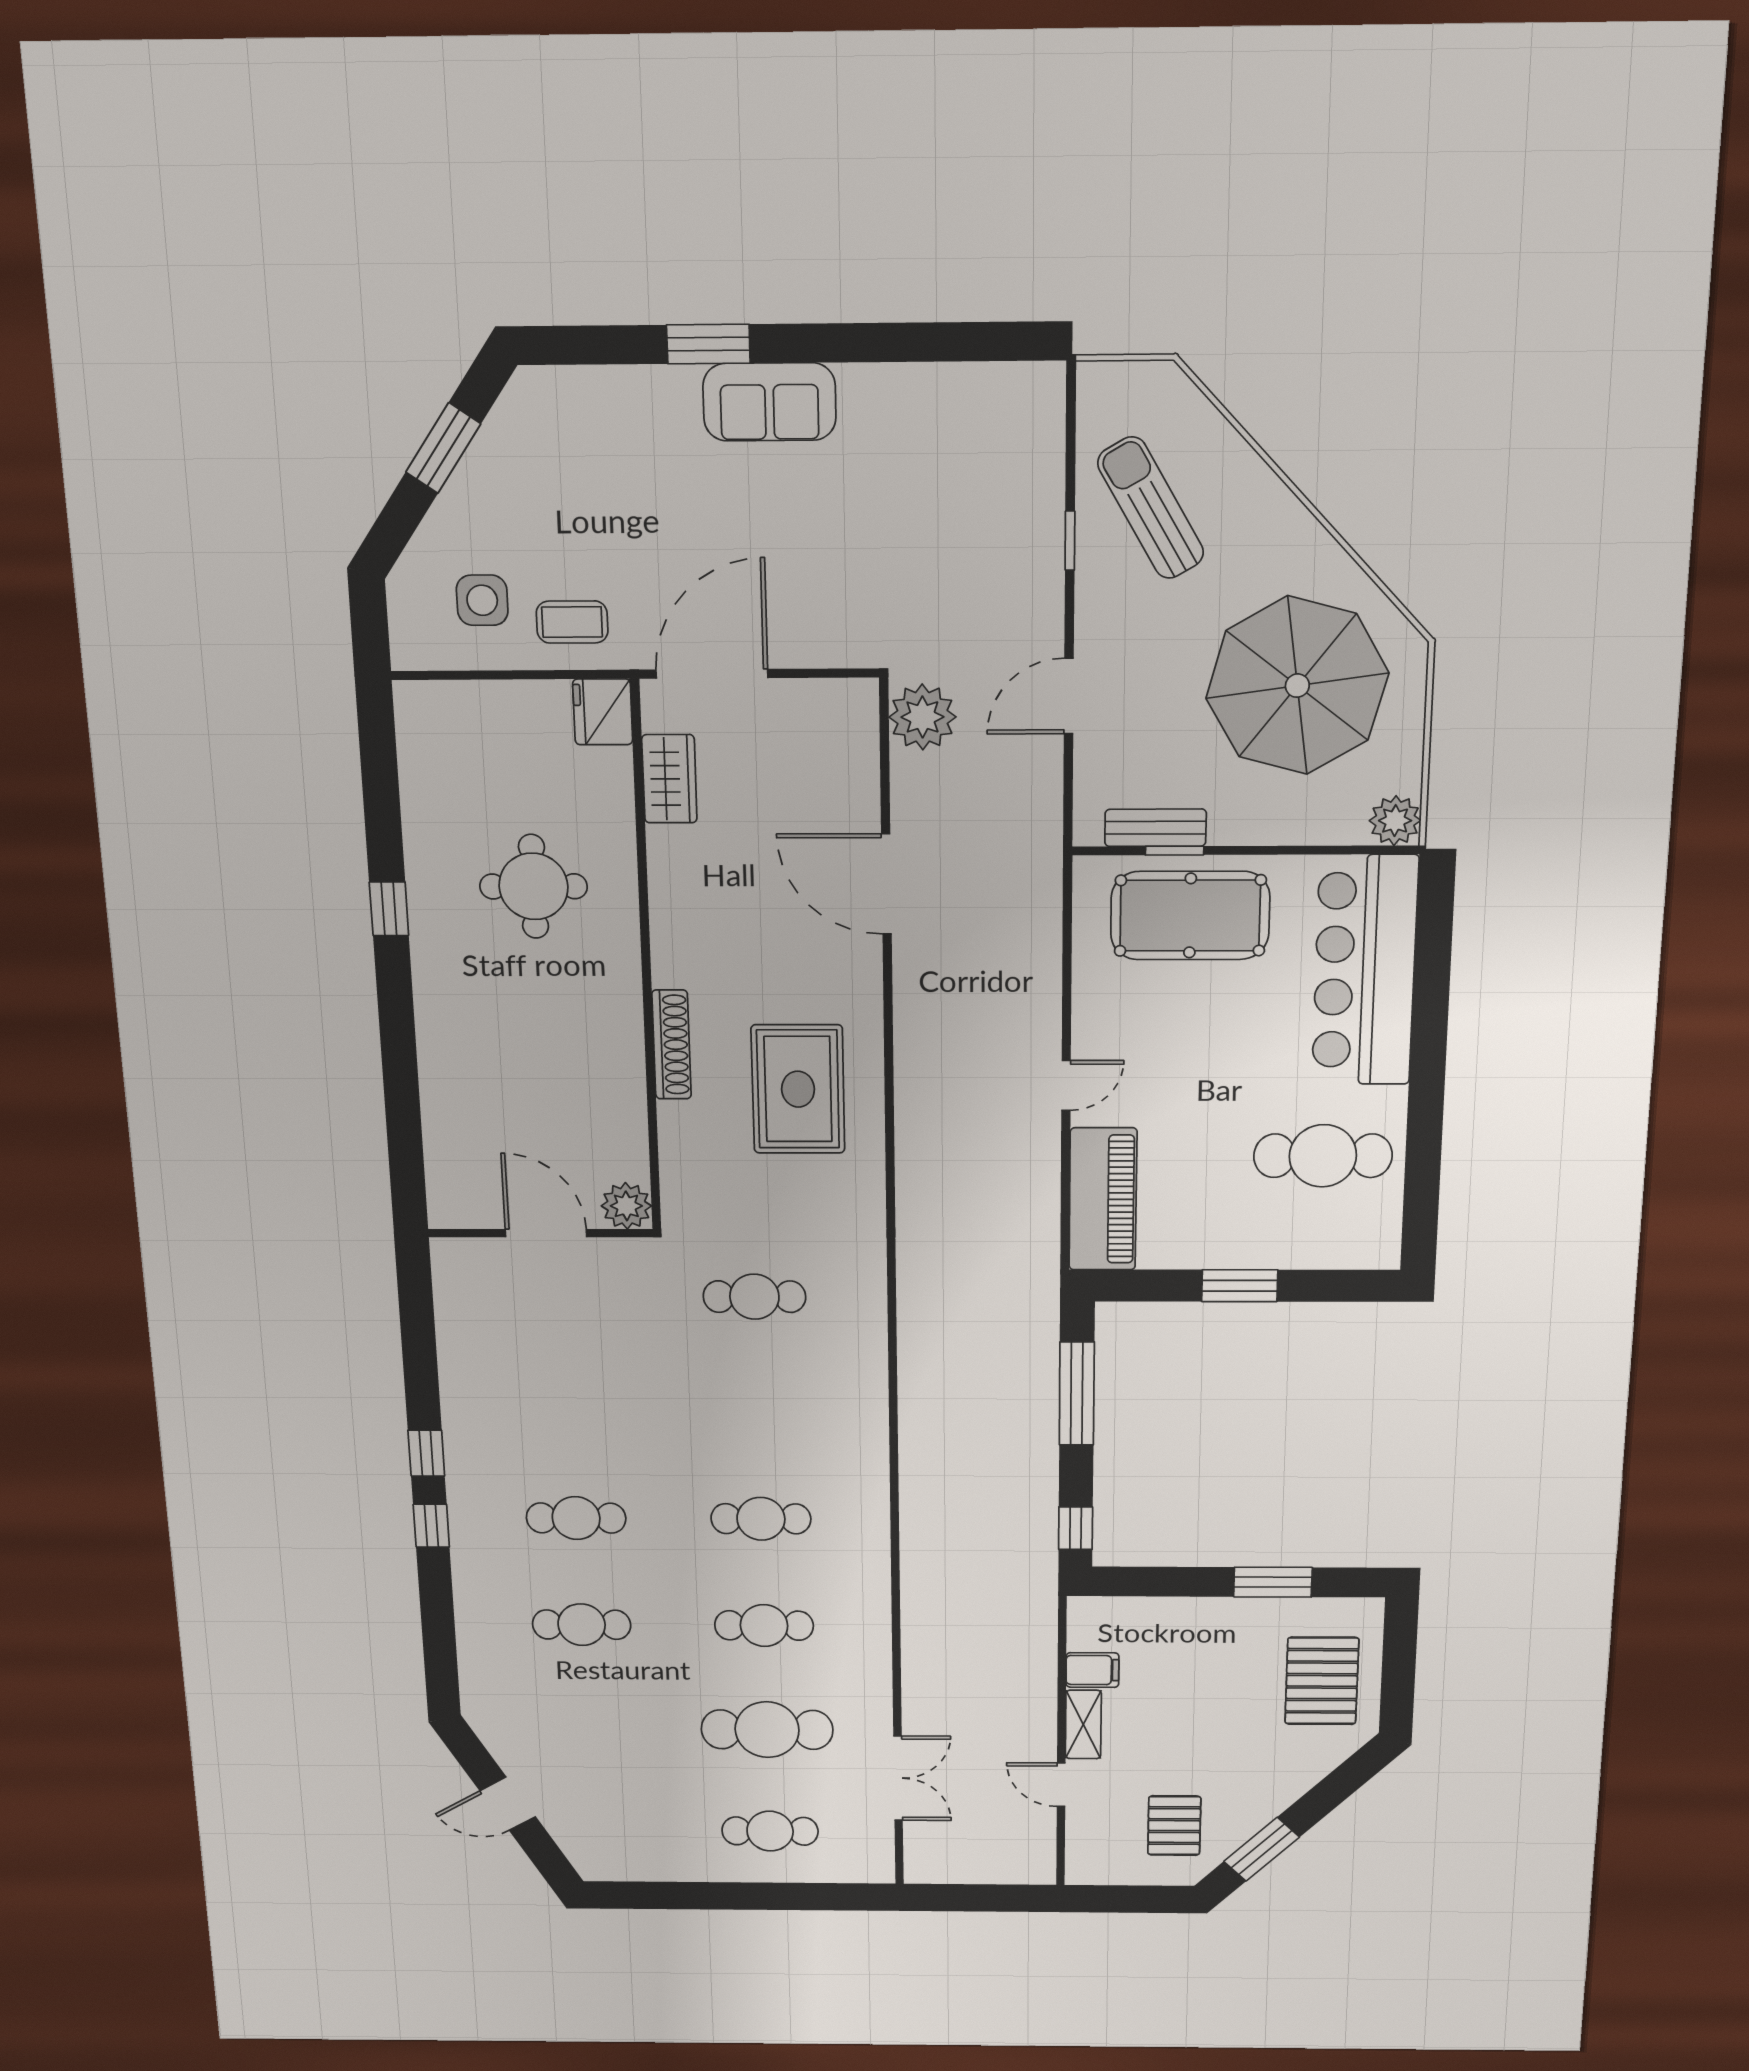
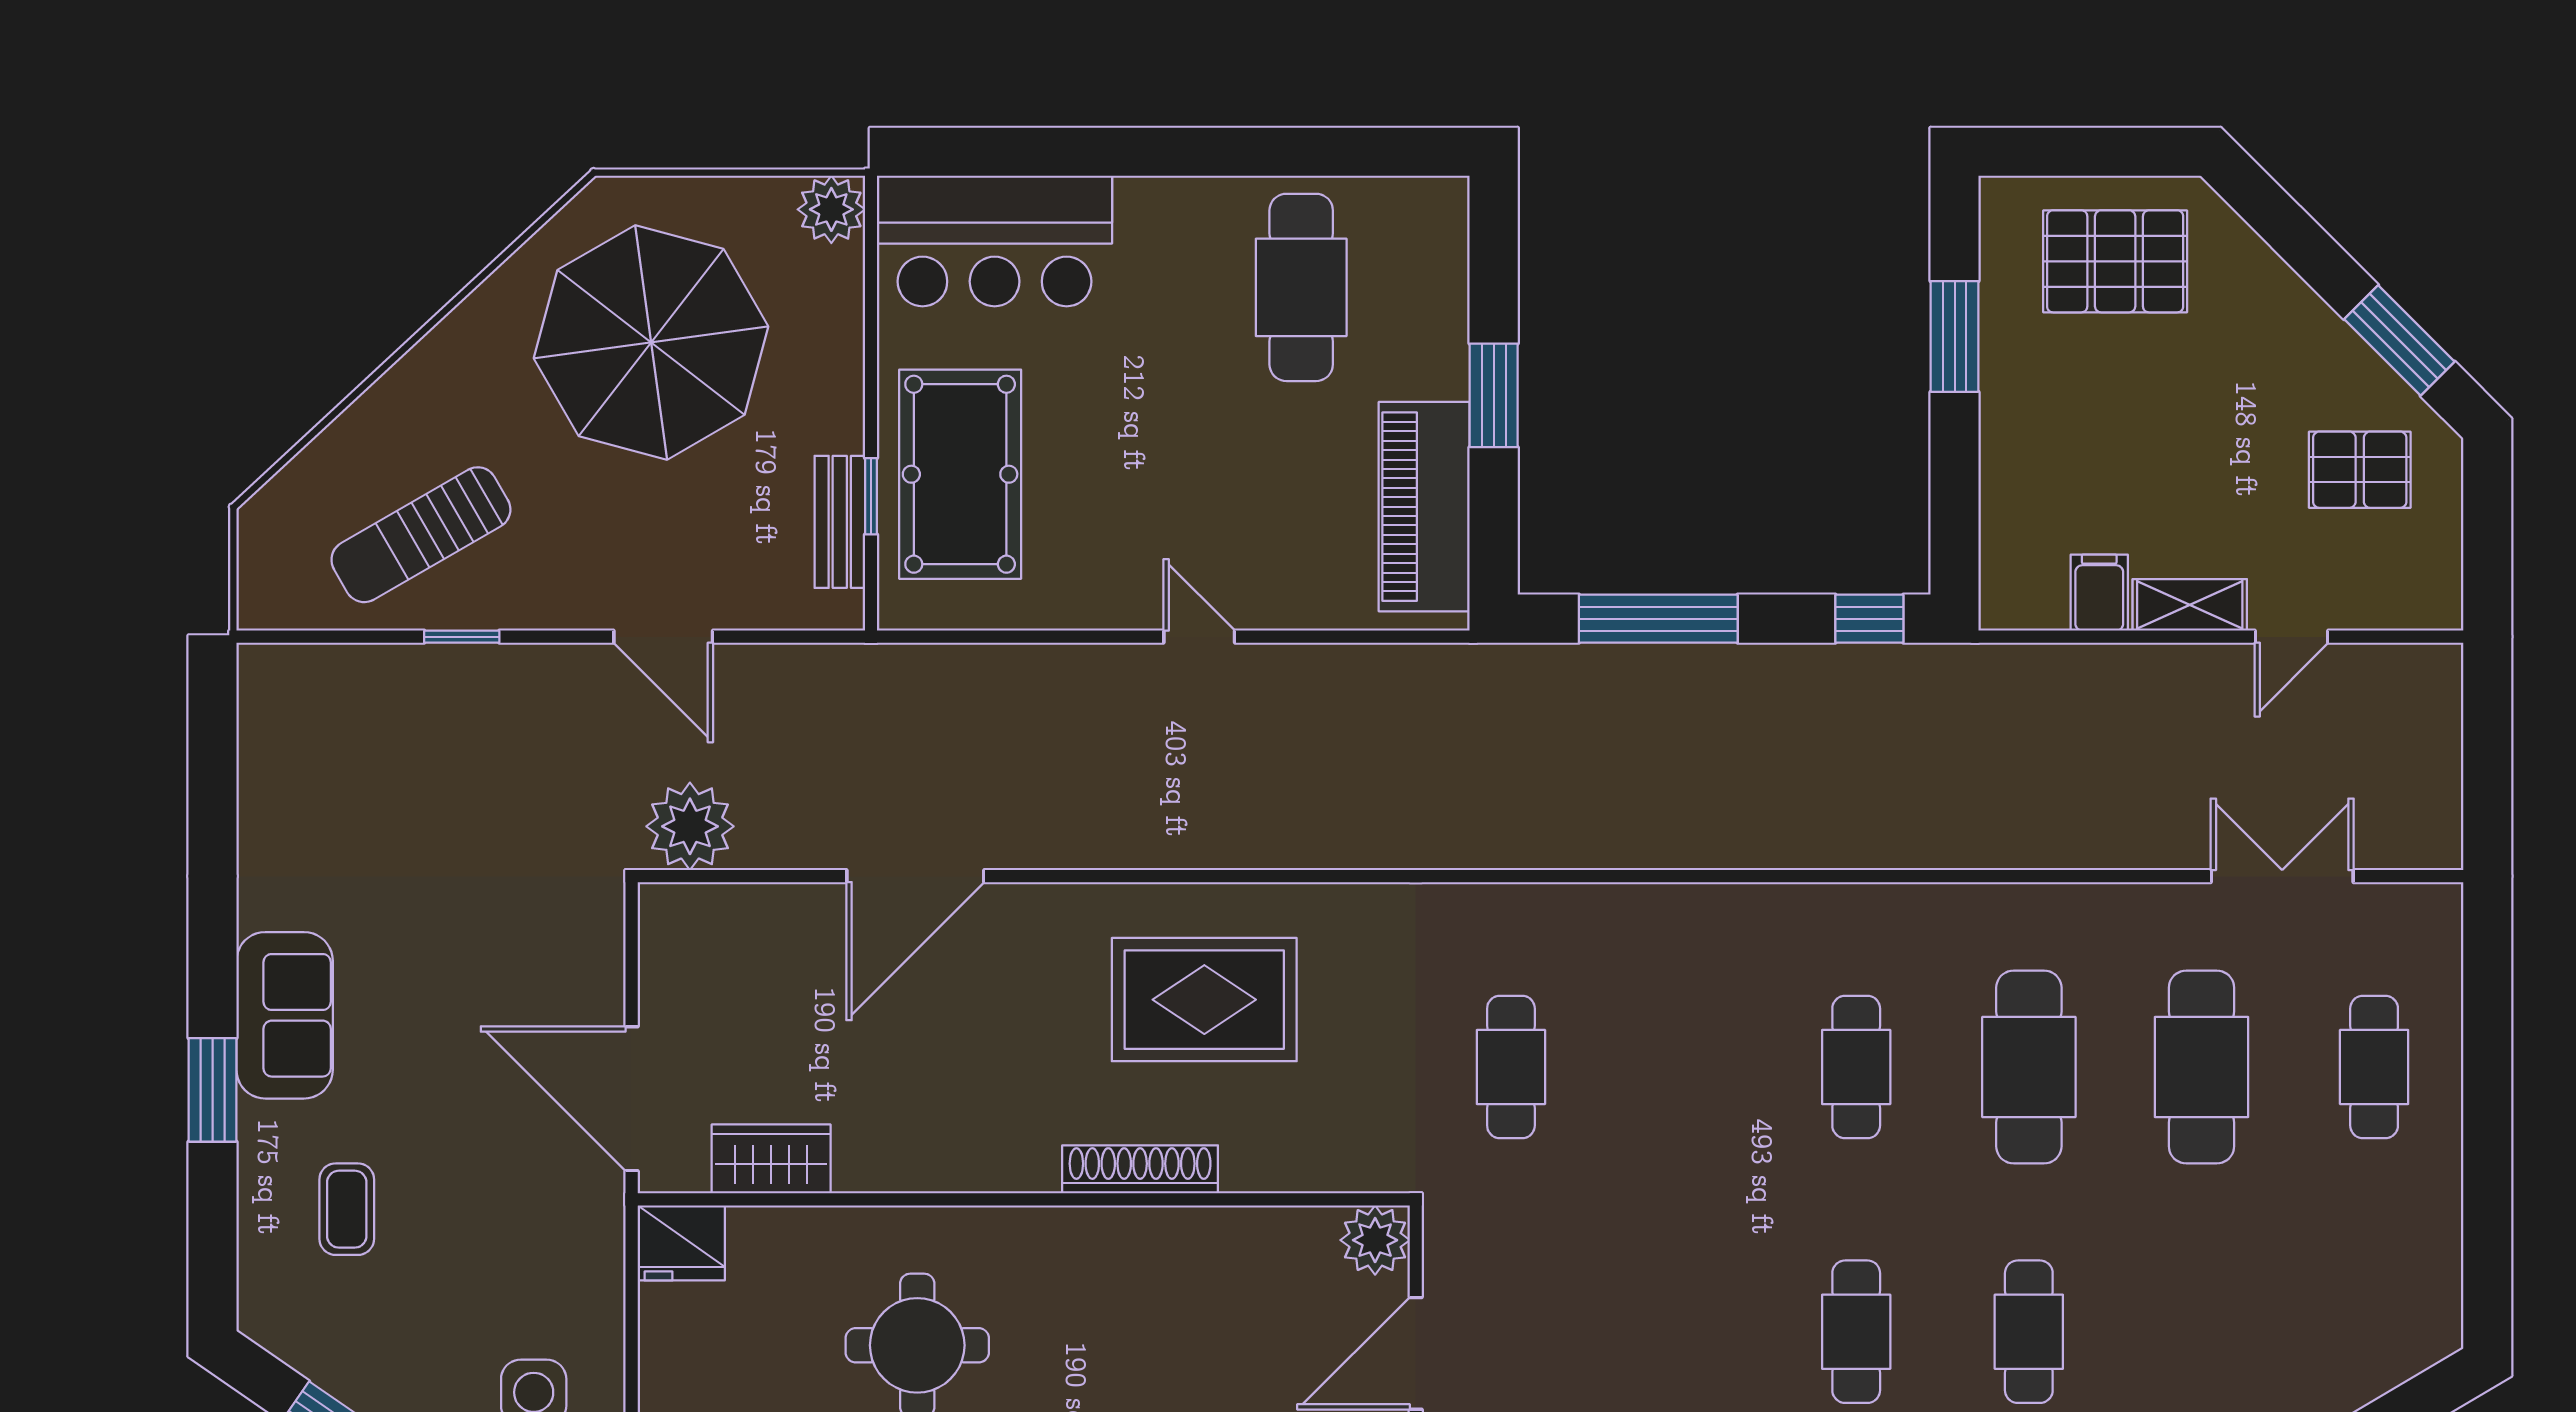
coffee table: (572, 622) -> (347, 1209), moved
bar counter: (1365, 971) -> (995, 241), width x0.73
piano: (1103, 1199) -> (1424, 507), moved, turned -90
cafe table: (764, 1626) -> (2029, 1067), width x1.37, depth x1.35

